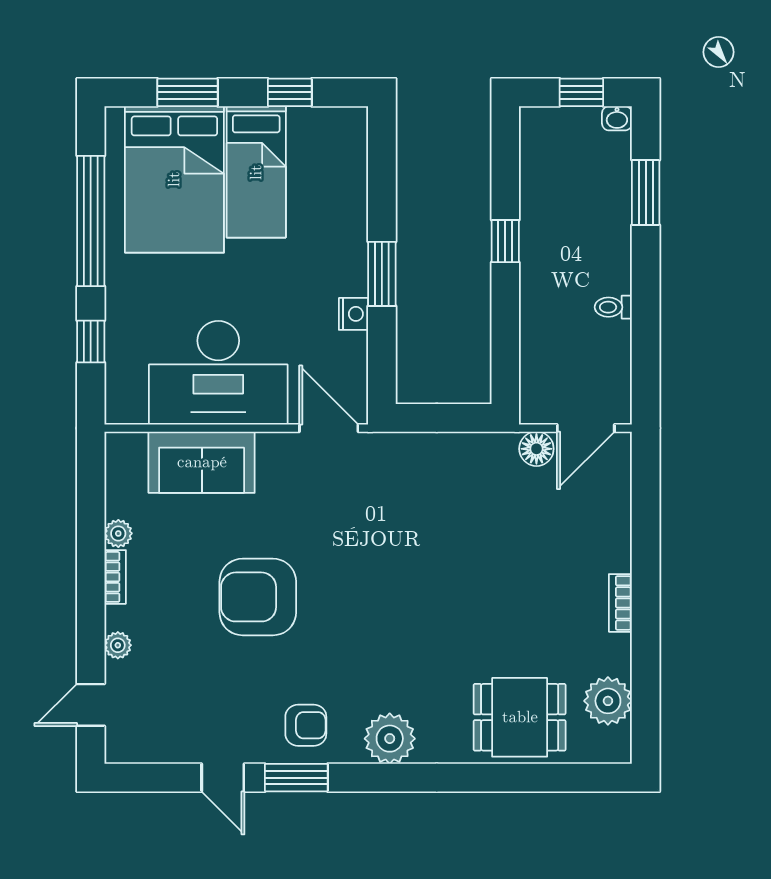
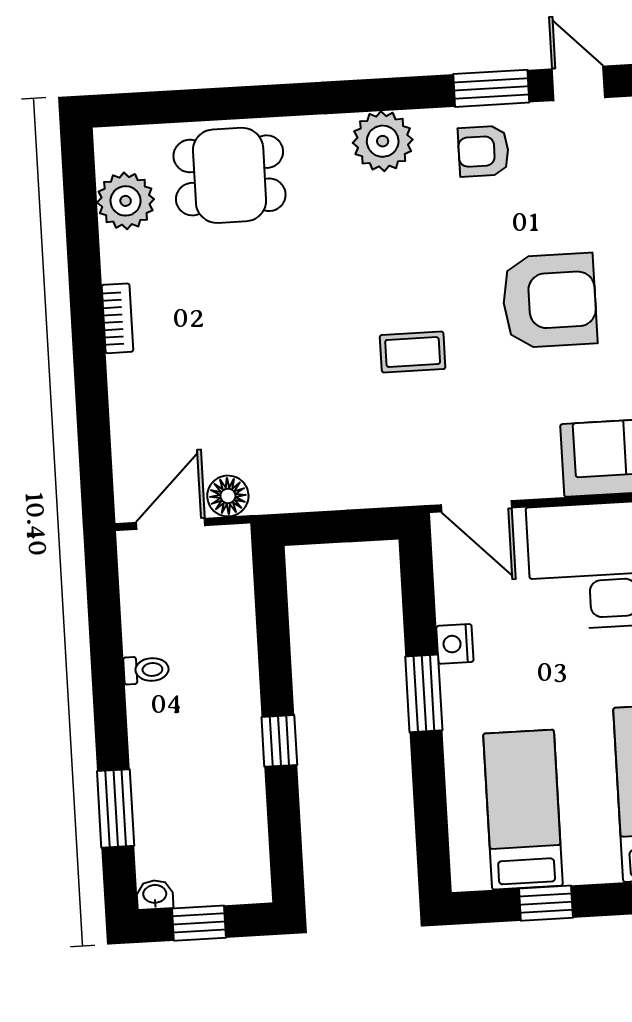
bed: (256, 172) -> (523, 810), moved
coffee table: (375, 560) -> (413, 352), added

